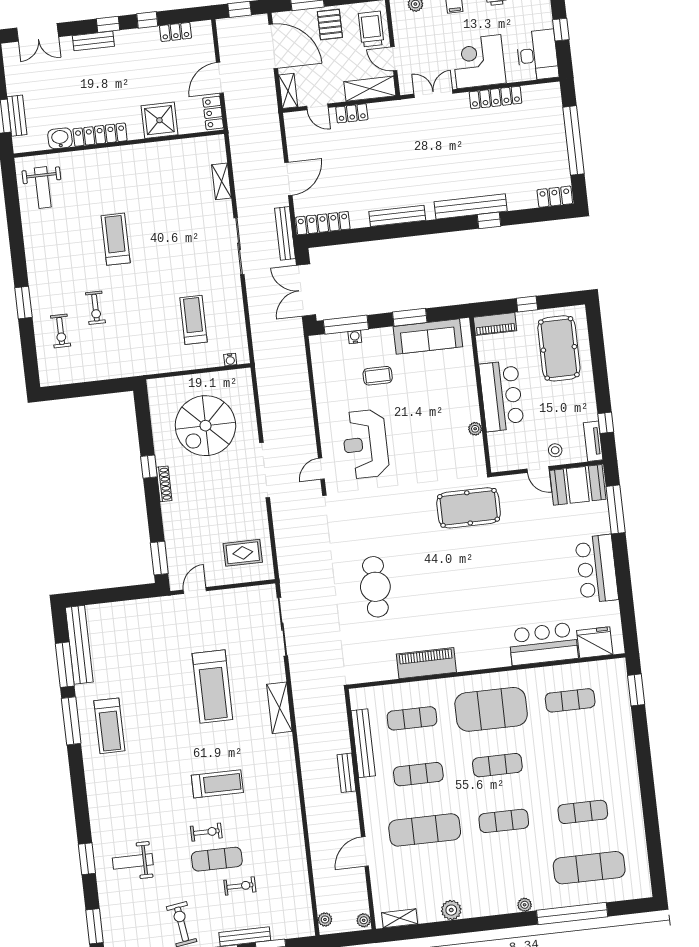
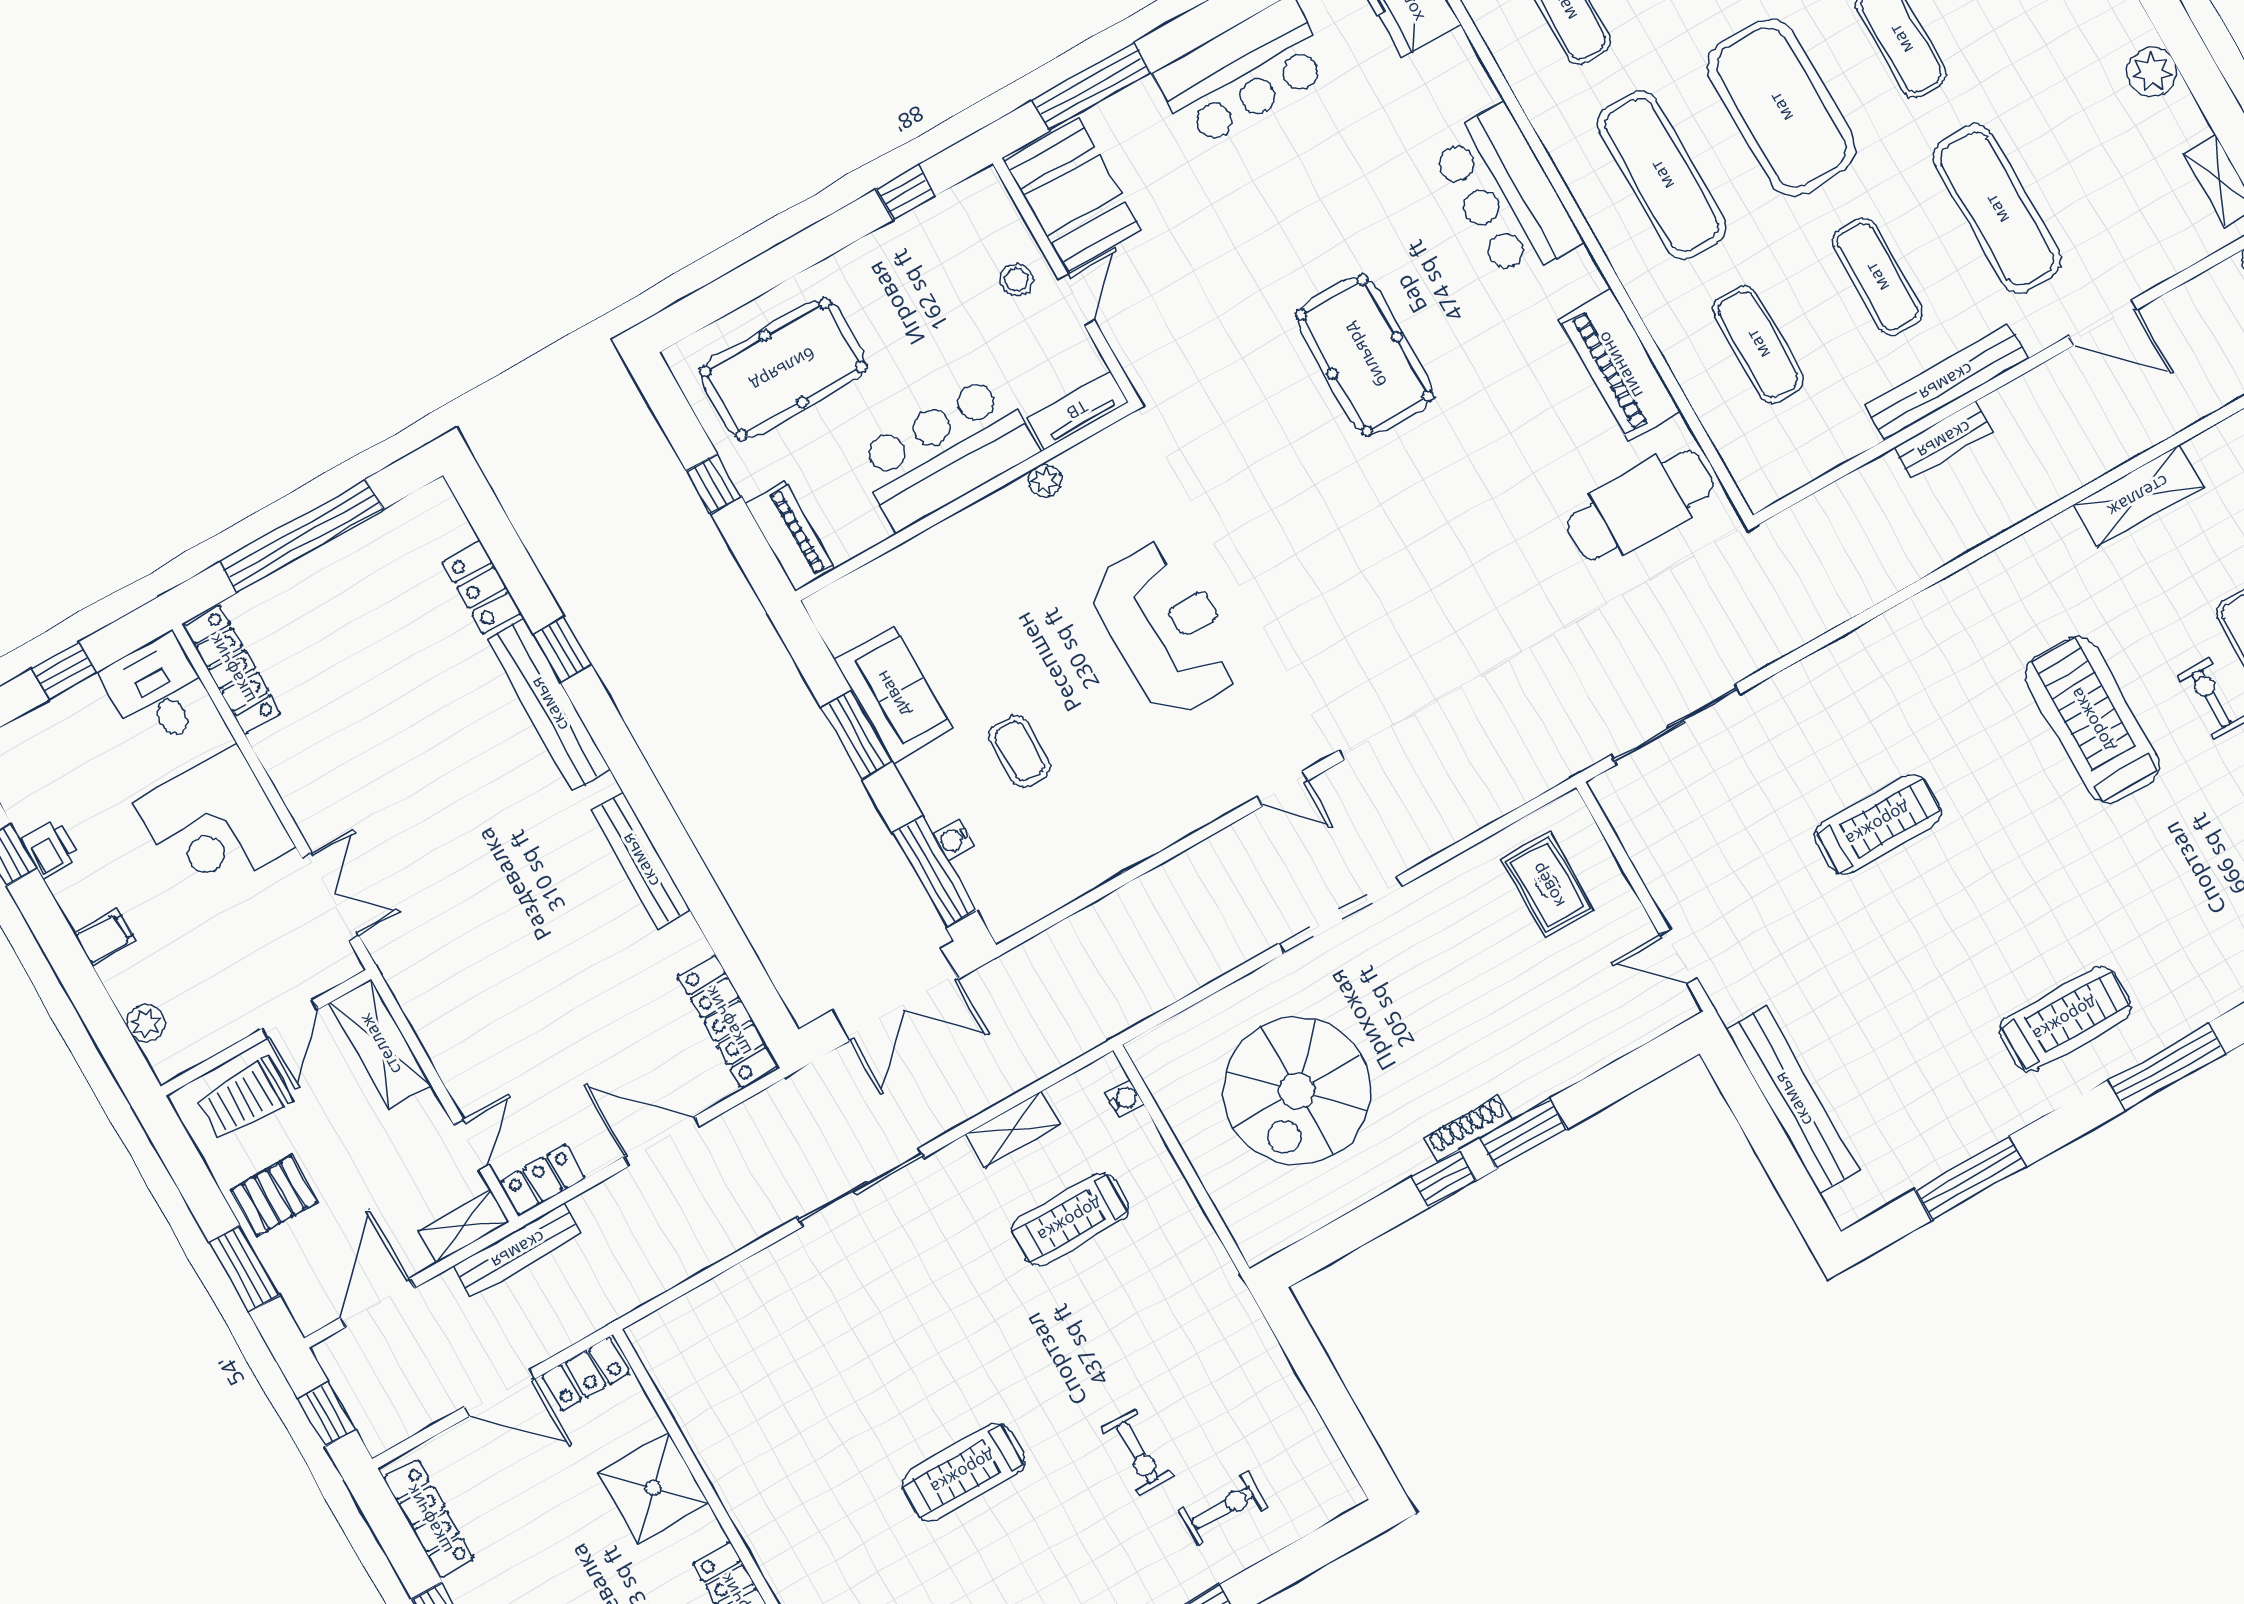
locker: (175, 32) -> (429, 1519), width x1.53
door: (273, 46) -> (377, 1303), width x0.73
desk: (537, 55) -> (158, 691), width x0.73
double door: (433, 94) -> (330, 896), swing flipped
locker: (496, 98) -> (232, 669), moved
locker: (352, 113) -> (543, 1180), moved, turned -90
shelving: (221, 181) -> (1013, 1130), moved
locker: (555, 197) -> (482, 587), moved
bench: (285, 233) -> (518, 1250), moved
exercise bike: (95, 308) -> (1137, 1452), turned 90
sofa: (428, 337) -> (893, 694), width x0.73
spiral stairs: (205, 426) -> (1297, 1091), turned 90
tv unit: (593, 441) -> (1077, 410), moved, turned 180
reception desk: (365, 444) -> (1167, 628), moved, turned -90
pool table: (469, 508) -> (1365, 355), moved
window: (159, 558) -> (1523, 1134), moved
cafe table: (375, 587) -> (1640, 505), moved
bar counter: (543, 644) -> (1505, 193), moved
bench: (79, 645) -> (1793, 1099), moved, turned 90
treadmill: (212, 687) -> (1878, 824), width x0.73, depth x0.73
shelving: (279, 708) -> (2138, 496), moved
exercise mat: (491, 709) -> (1662, 175), width x0.68
window: (71, 721) -> (2167, 1067), moved
bench: (363, 743) -> (1946, 382), moved
exercise mat: (497, 765) -> (1781, 107), width x2.00, depth x1.45
treadmill: (217, 784) -> (2092, 720), width x1.37, depth x1.38

